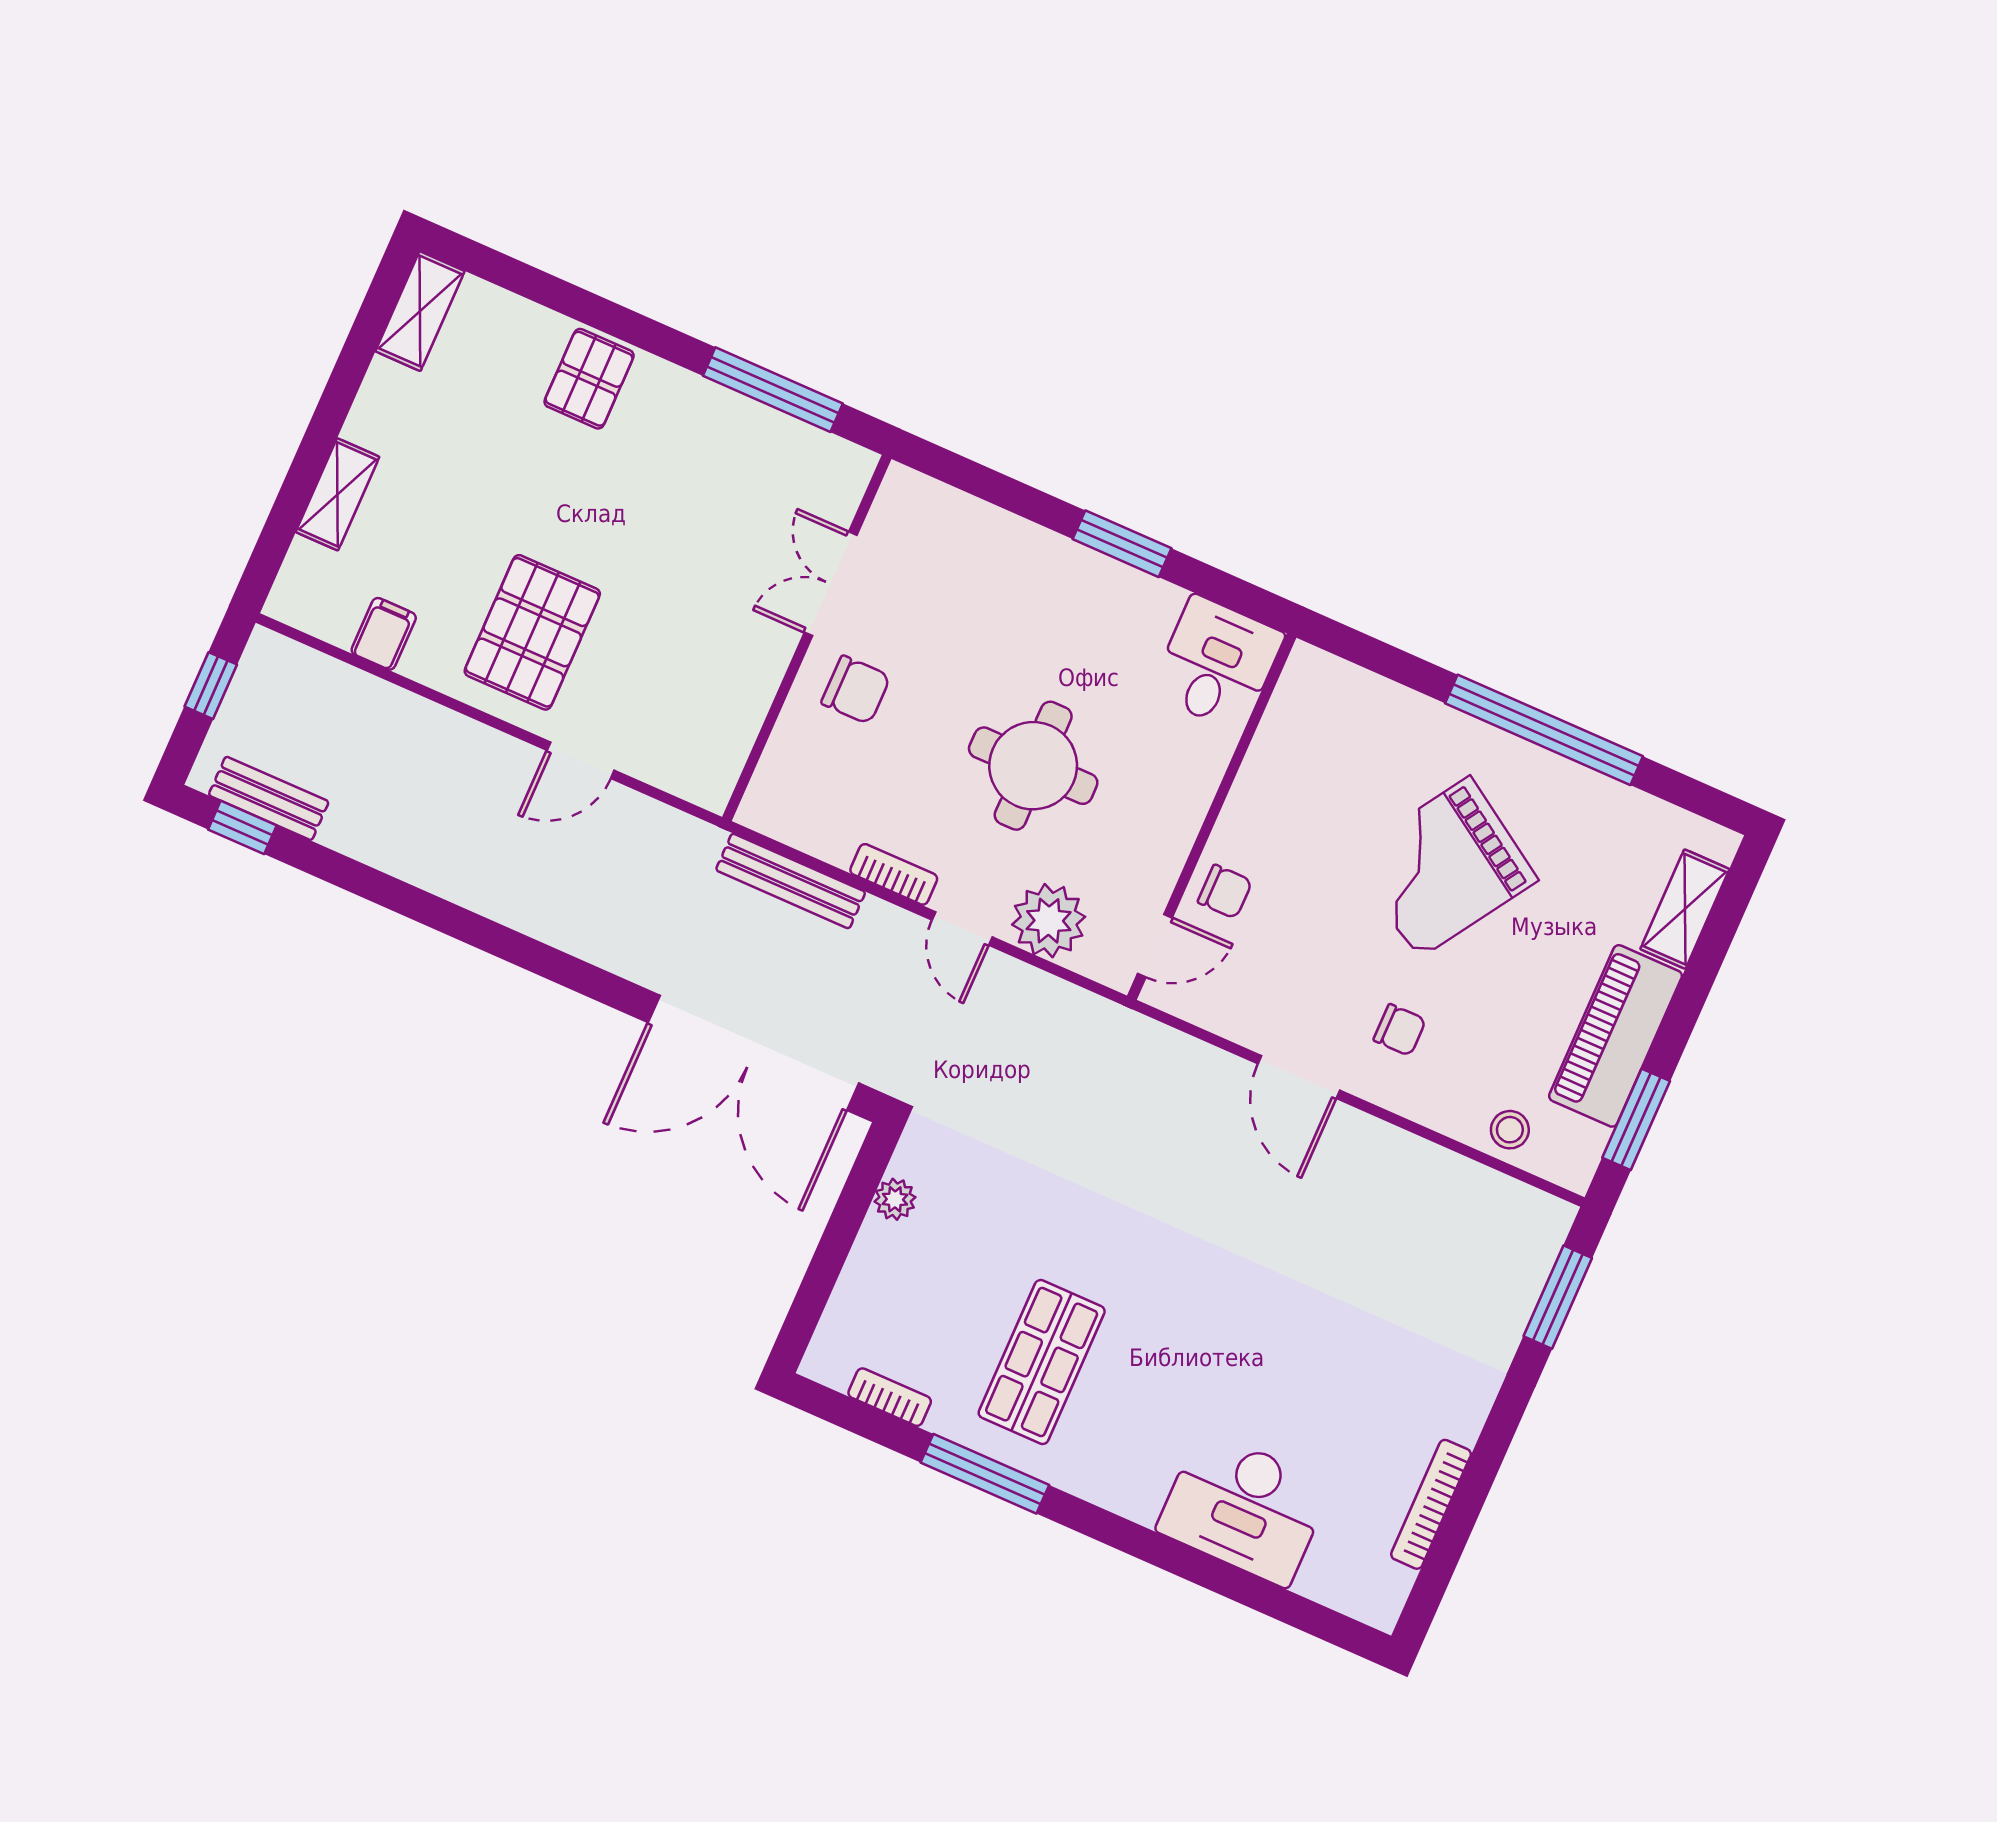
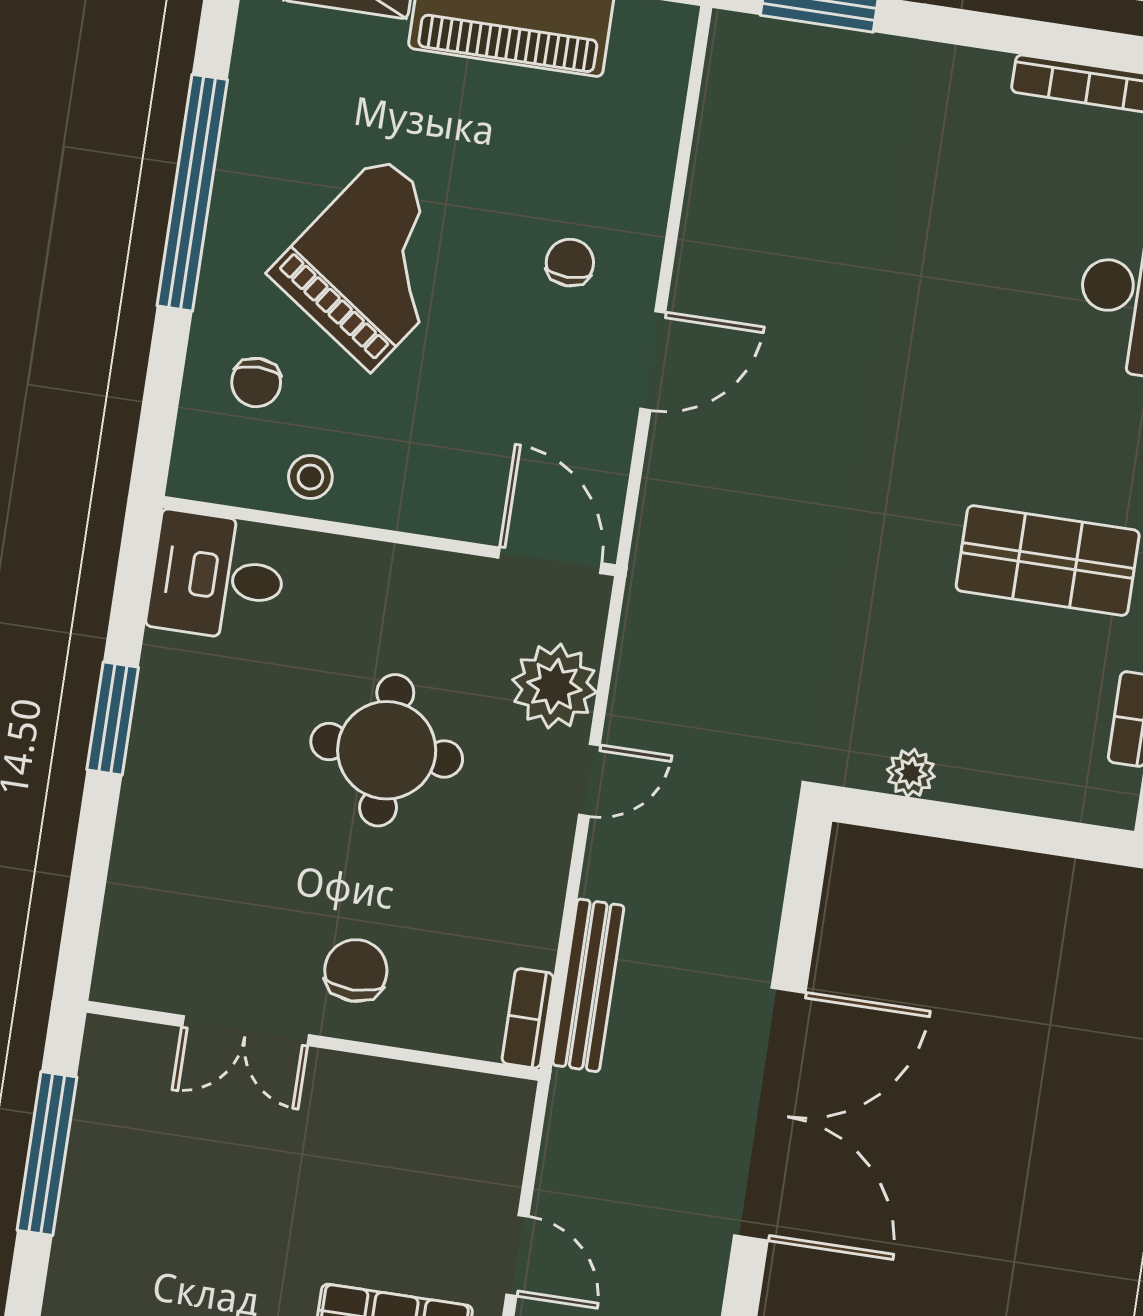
grand piano: (1444, 867) -> (376, 263), turned -88
bookcase: (894, 874) -> (528, 1018), moved
chair: (1225, 892) -> (256, 382), moved, turned 180
door: (1155, 946) -> (550, 560), width x1.38
double door: (753, 1053) -> (770, 1114), moved
stool: (1510, 1130) -> (310, 477), moved

